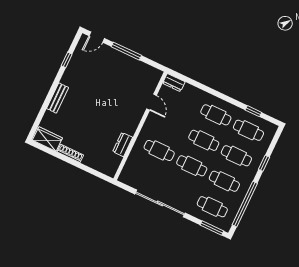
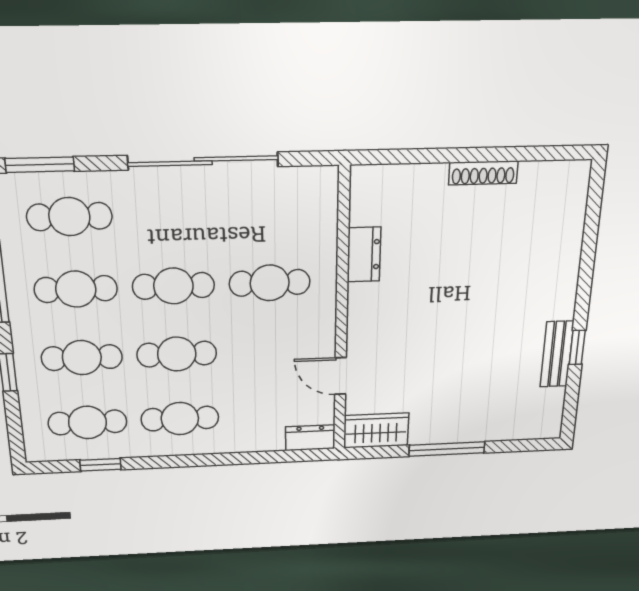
door: (97, 37) -> (525, 445), removed
window: (67, 60) -> (577, 347), moved
bench: (58, 98) -> (557, 354), moved
wardrobe: (47, 139) -> (376, 431), moved, turned 180

